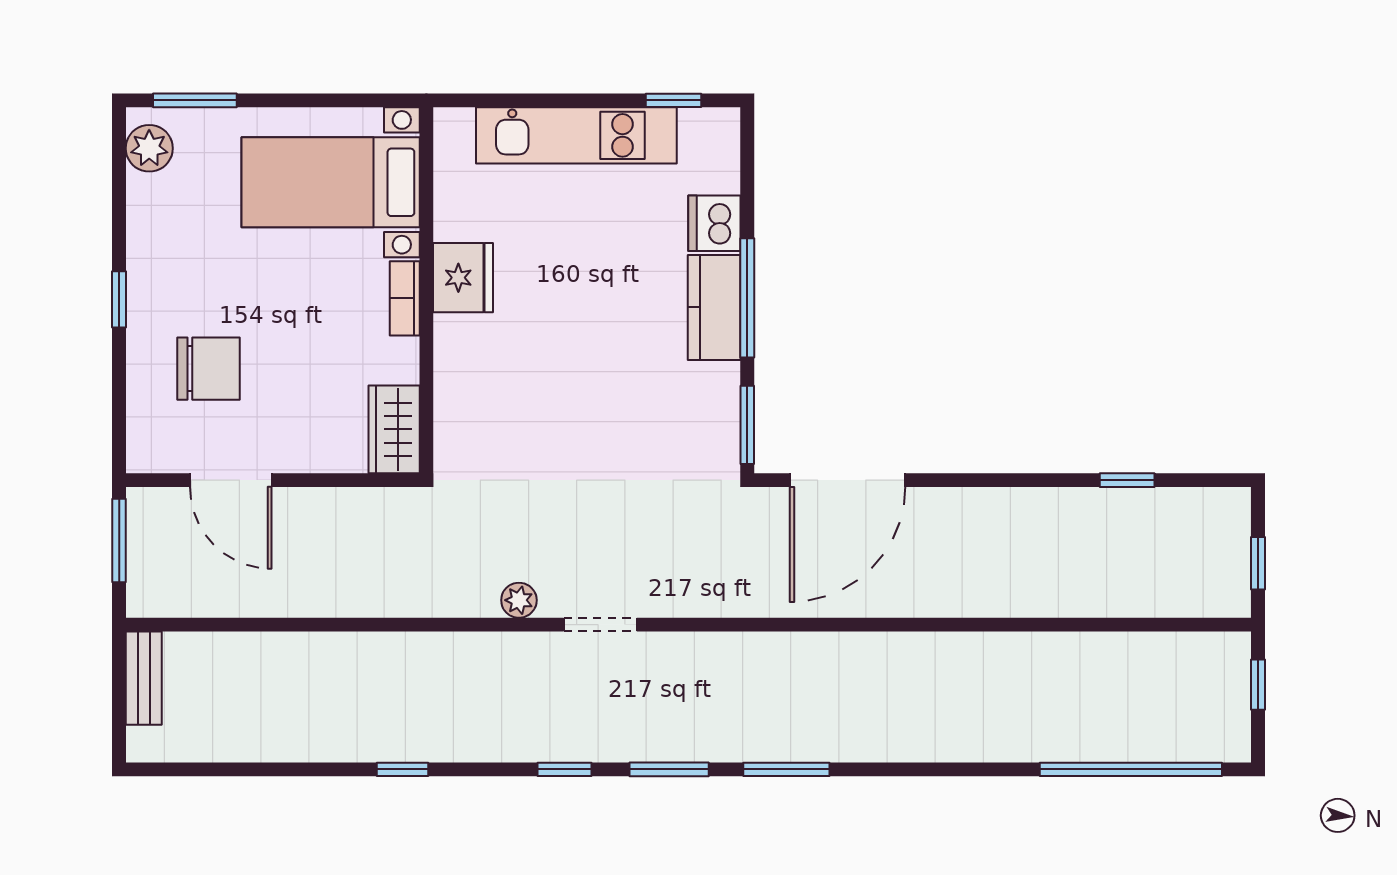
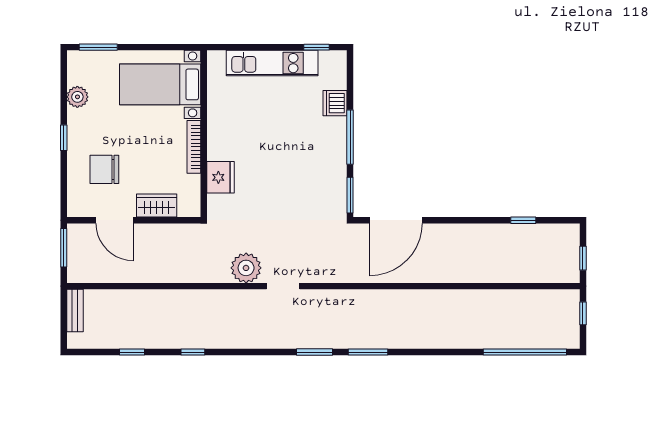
plant: (149, 148) -> (77, 97), moved
fridge: (463, 278) -> (221, 177), moved
bookcase: (405, 298) -> (194, 147), width x1.56
kitchen counter: (714, 307) -> (335, 141), removed
chair: (208, 369) -> (104, 169), turned 180
wardrobe: (394, 429) -> (157, 205), moved, turned 90
plant: (519, 600) -> (246, 268), width x1.88, depth x1.88
window: (565, 769) -> (132, 352), moved

